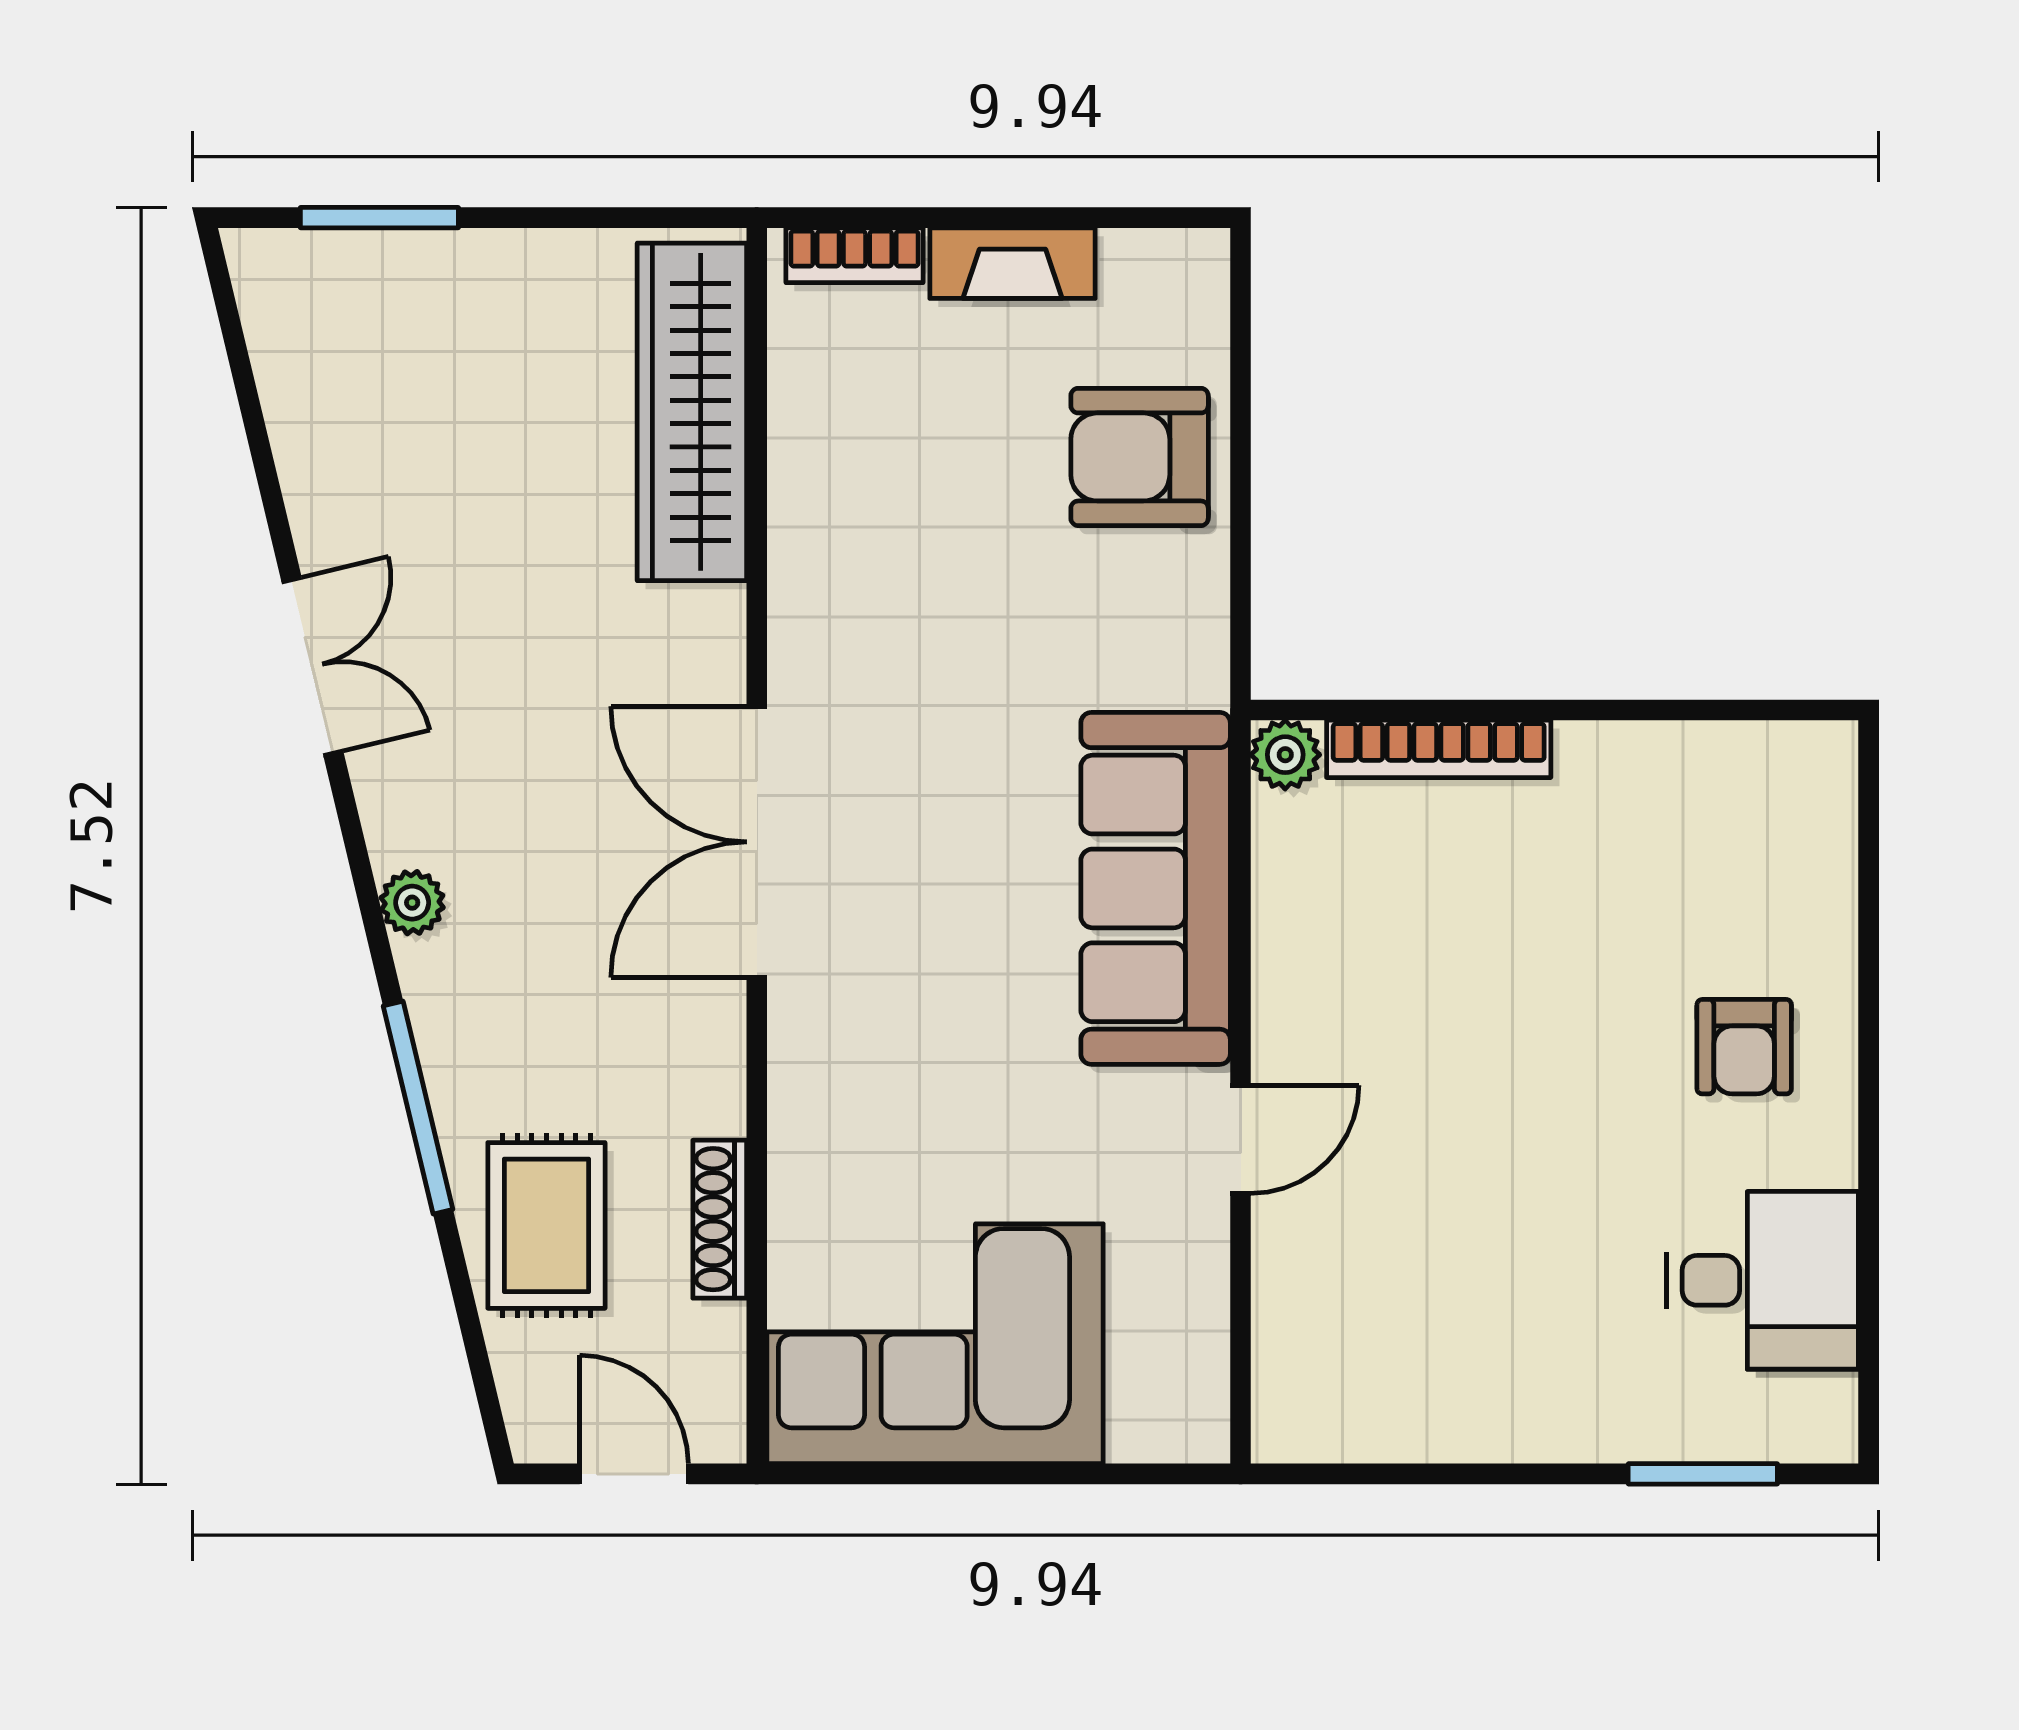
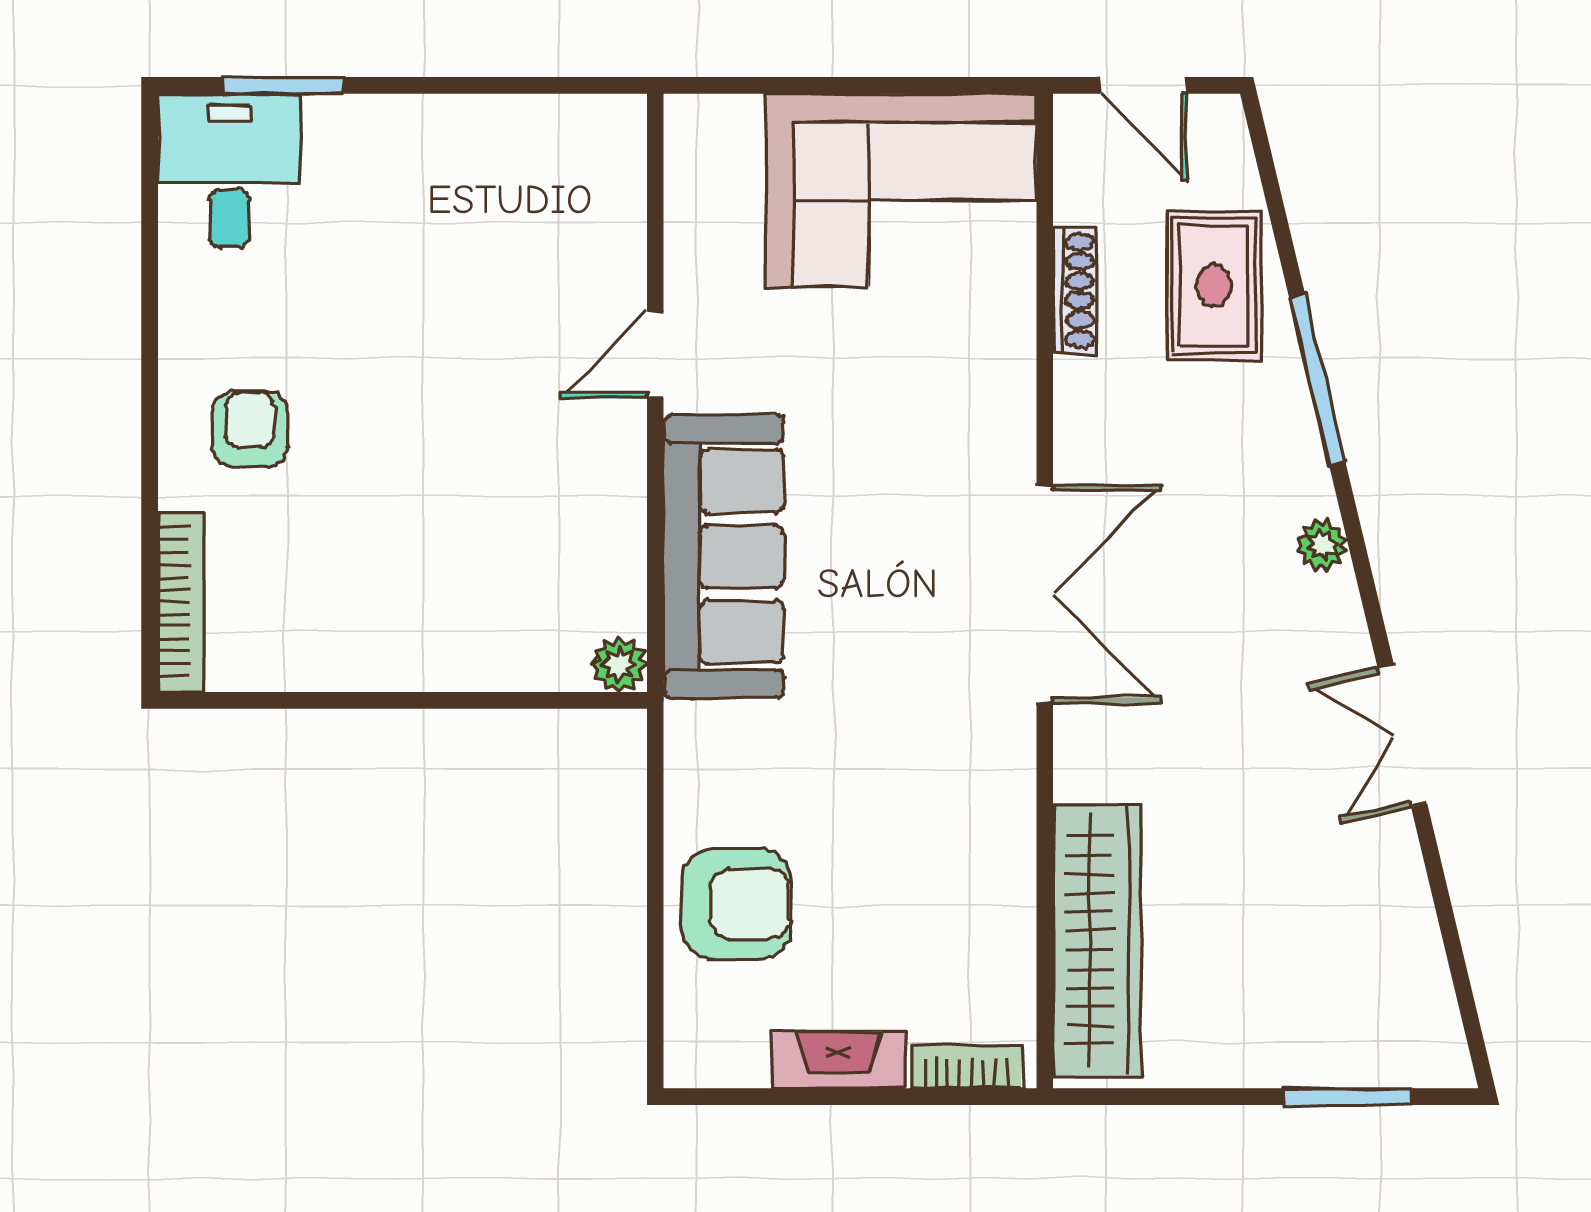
bookcase: (1439, 749) -> (181, 602), moved, turned 90
desk: (1763, 1280) -> (229, 171), moved, turned 90

